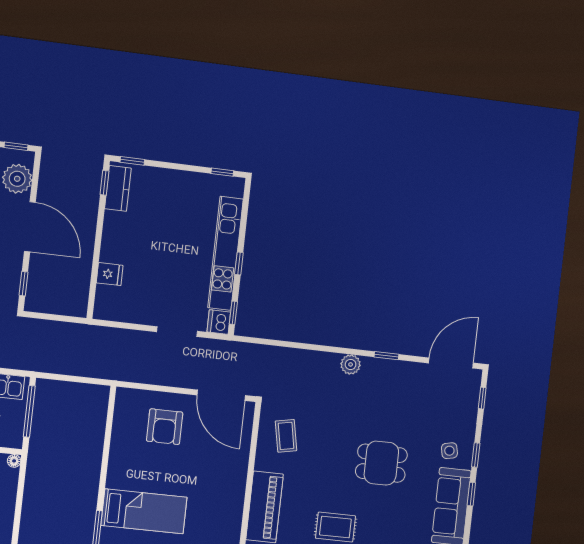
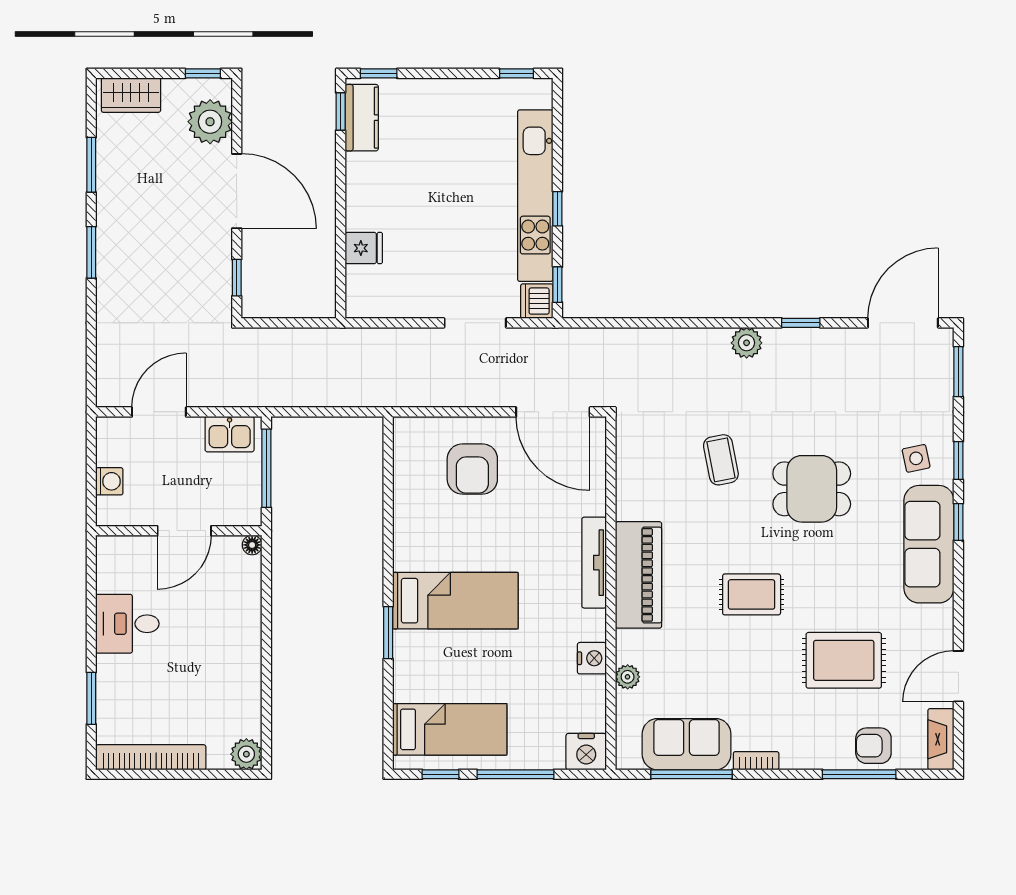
window: (482, 398) -> (958, 372), width x1.50
coffee table: (286, 436) -> (721, 460), moved
tv unit: (237, 496) -> (594, 563), added

